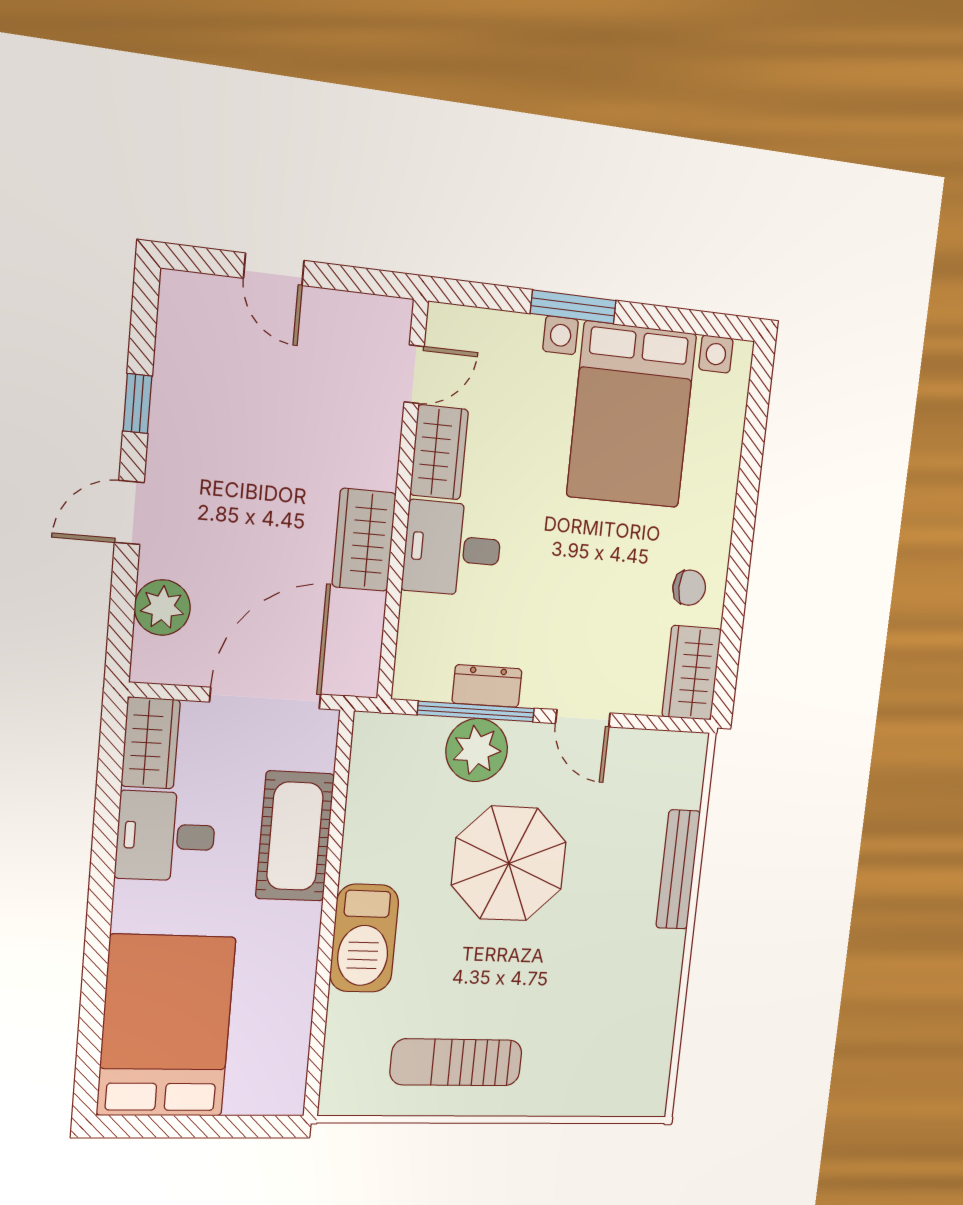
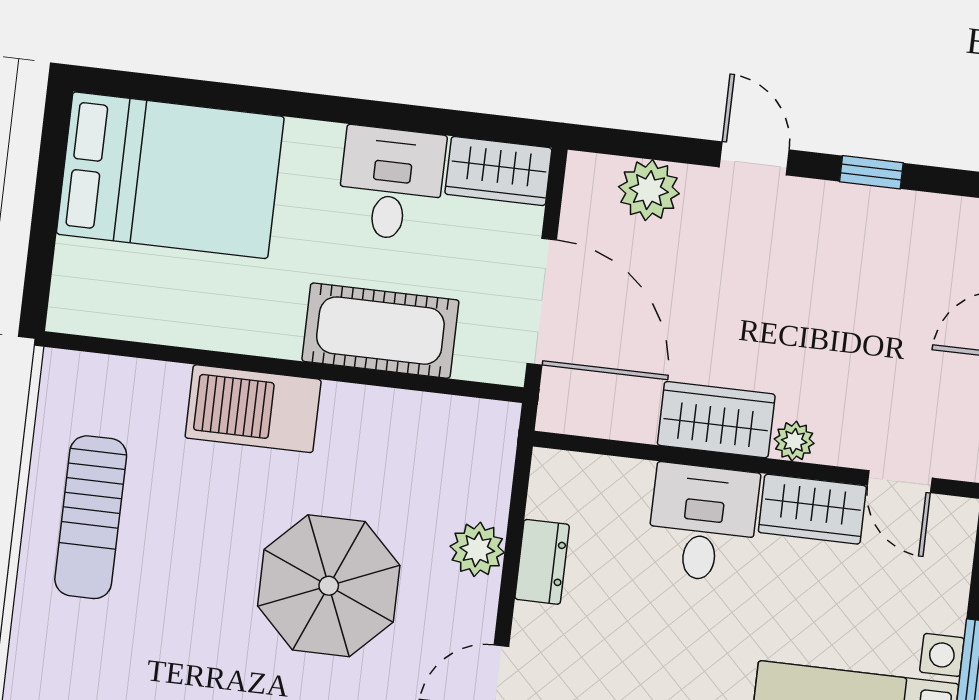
plant: (381, 470) -> (794, 441), added
window: (476, 711) -> (513, 548), removed
plant: (477, 750) -> (477, 549), width x0.73, depth x0.73
sun lounger: (456, 1062) -> (91, 517), turned 180

